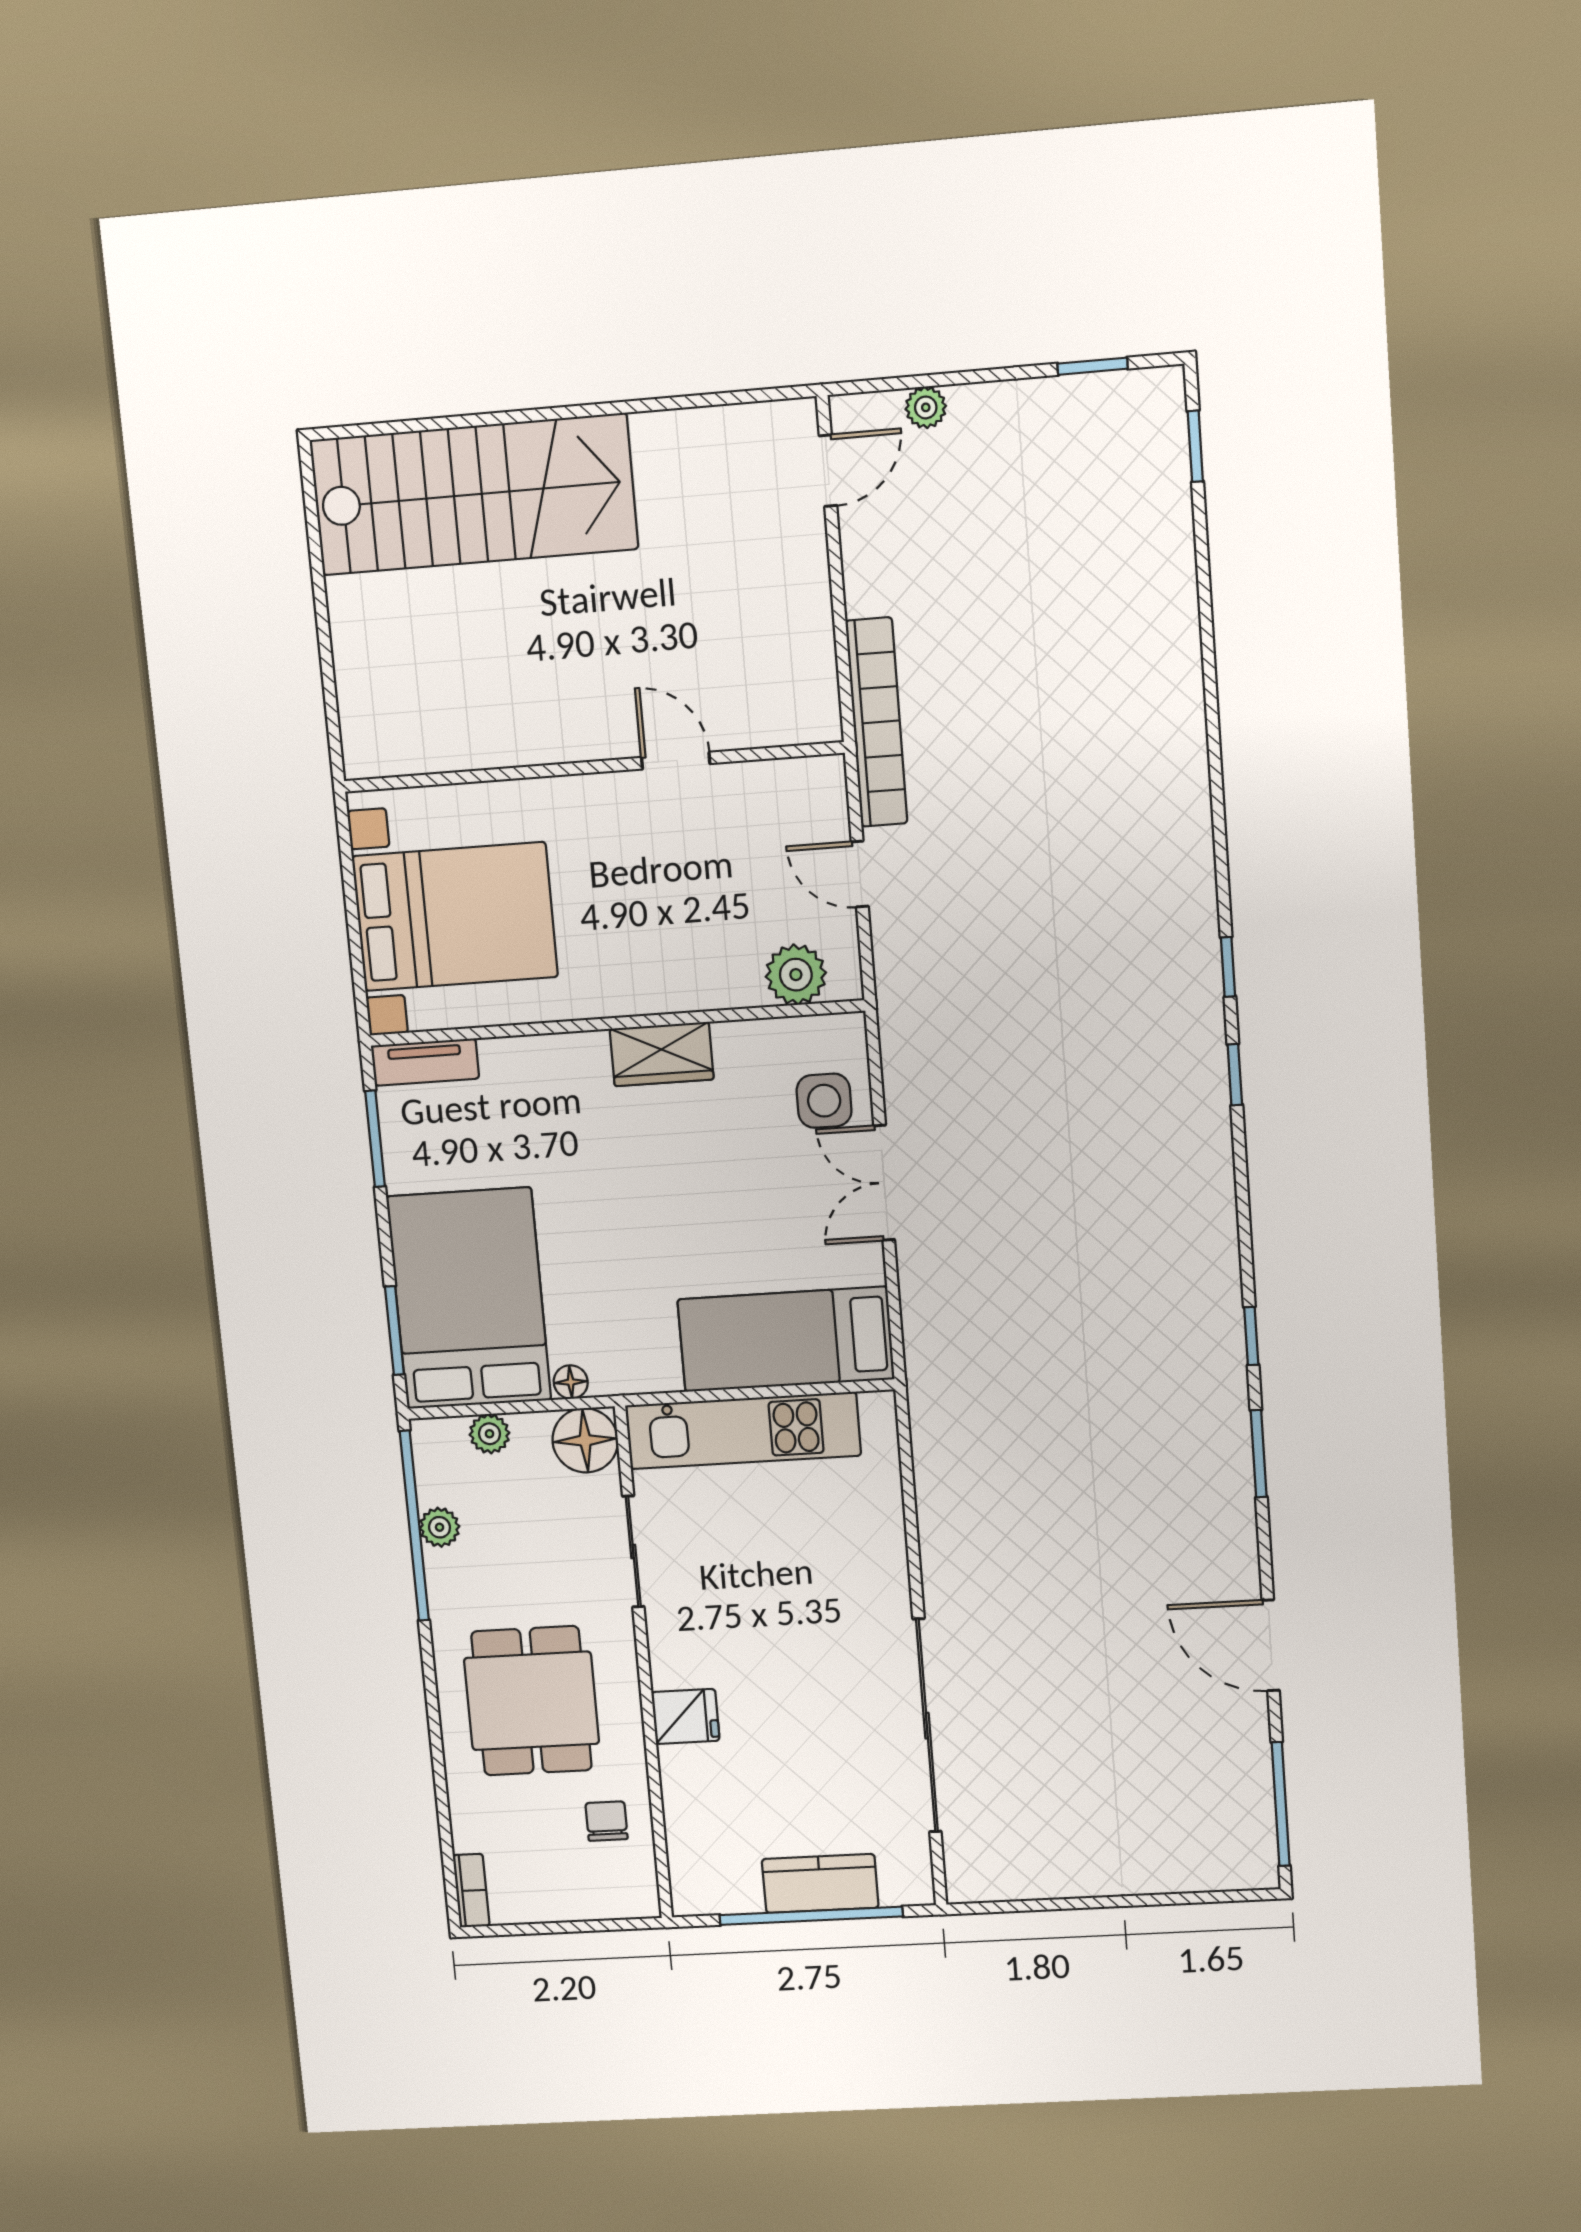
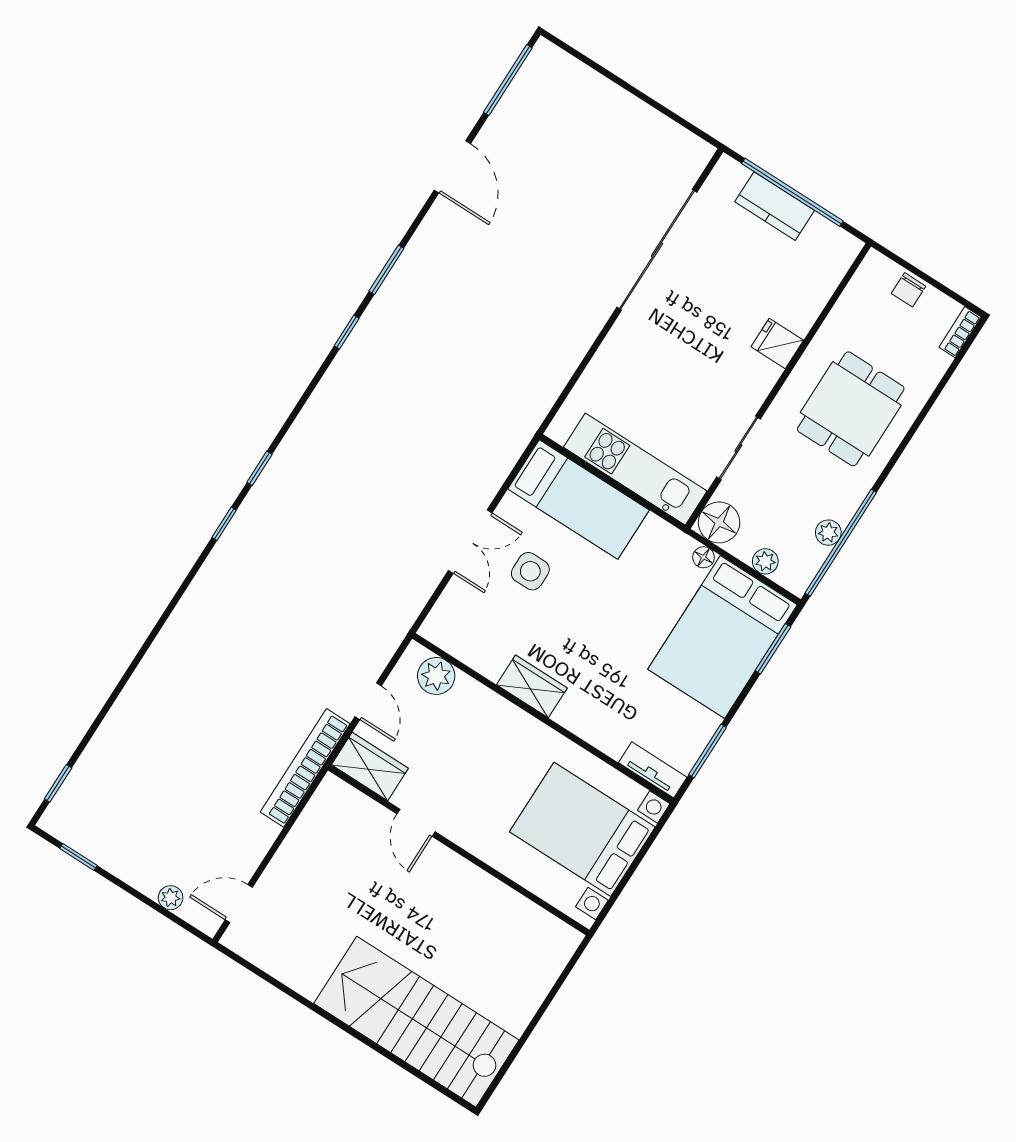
wardrobe: (792, 789) -> (370, 767), added
side table: (824, 1101) -> (530, 571), moved
chair: (606, 1821) -> (909, 290), moved

